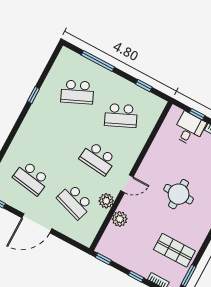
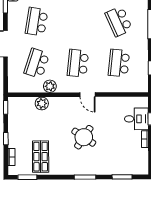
school desk: (121, 115) -> (119, 63), turned 30
door: (127, 184) -> (88, 95), moved
round table: (179, 194) -> (84, 137), turned 34

